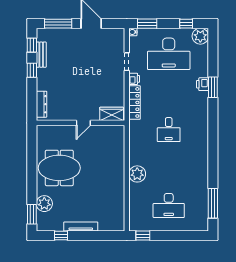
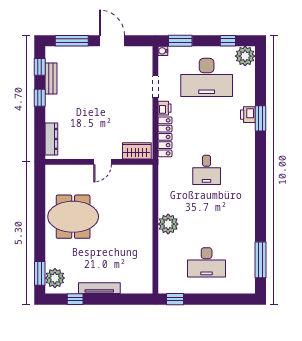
plant: (44, 204) -> (55, 278), moved

